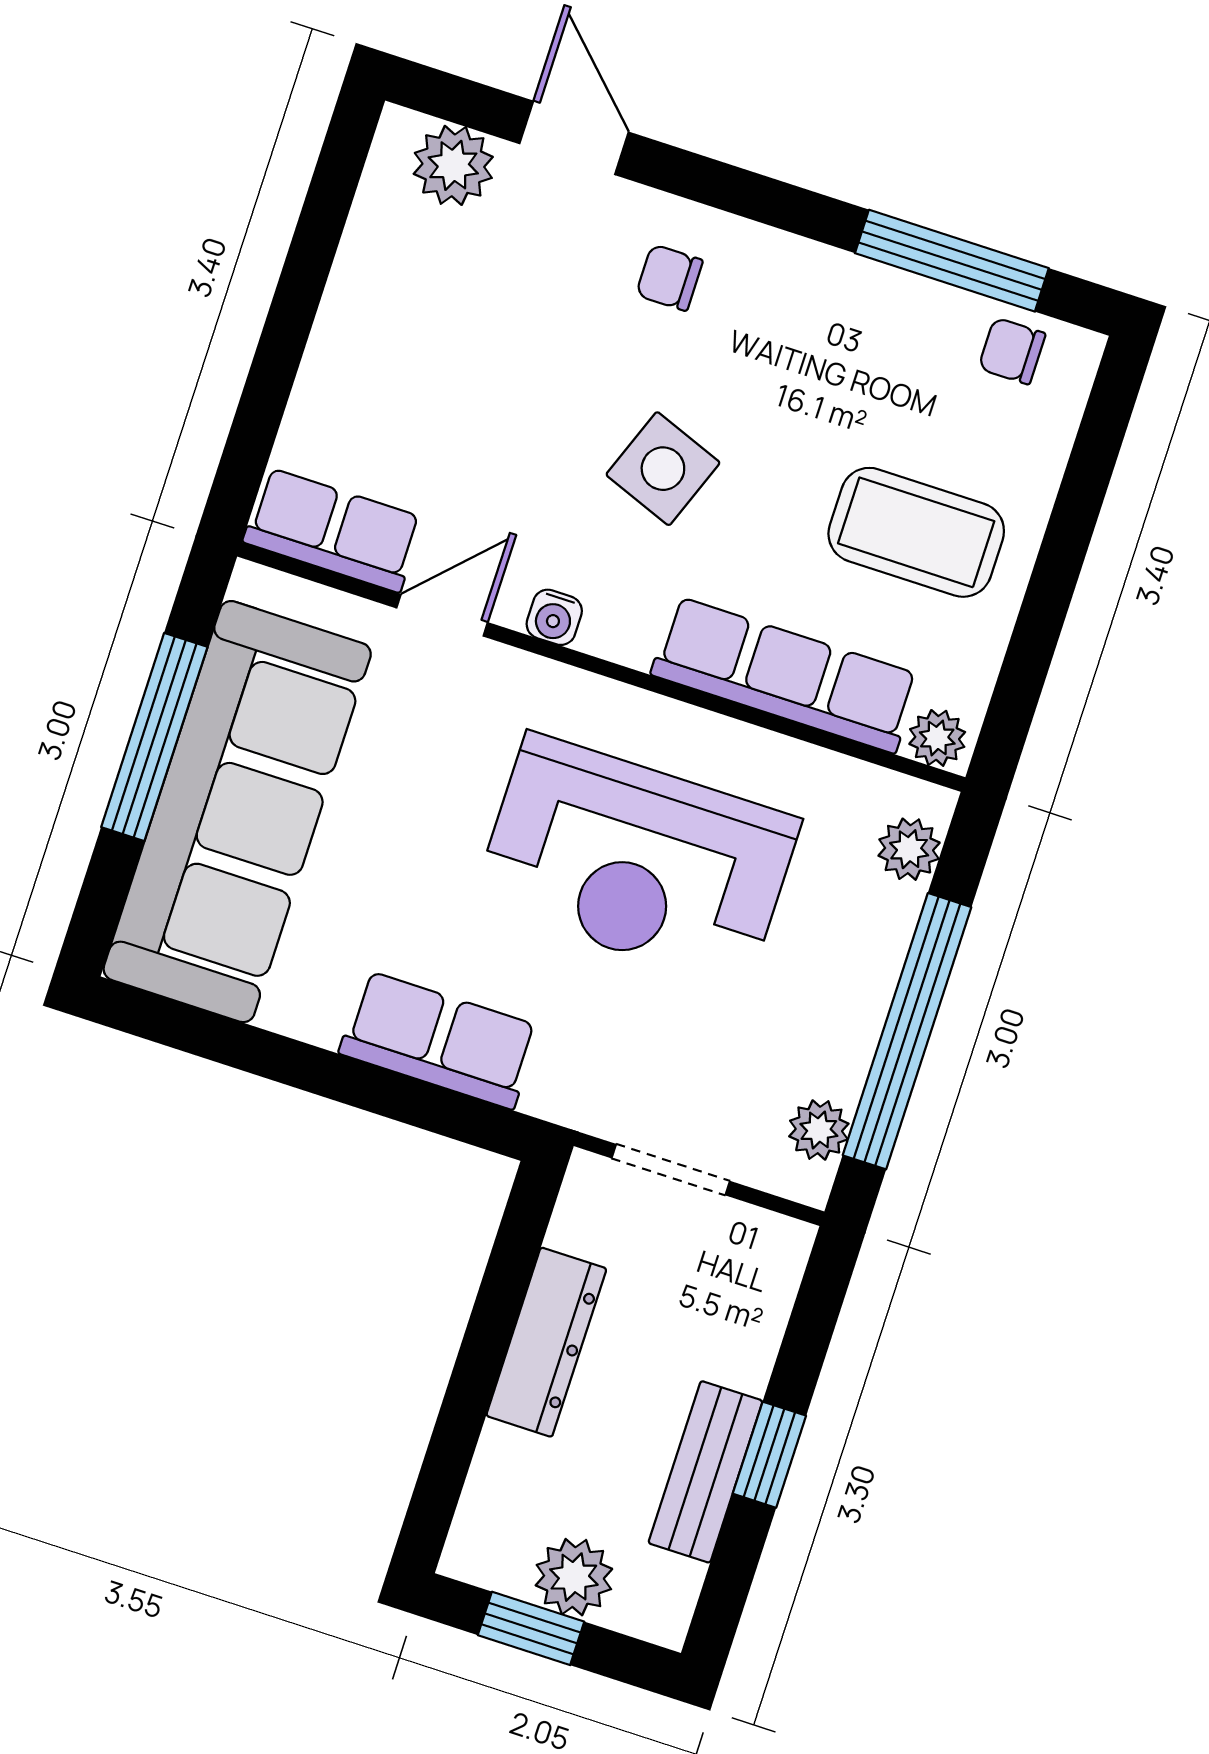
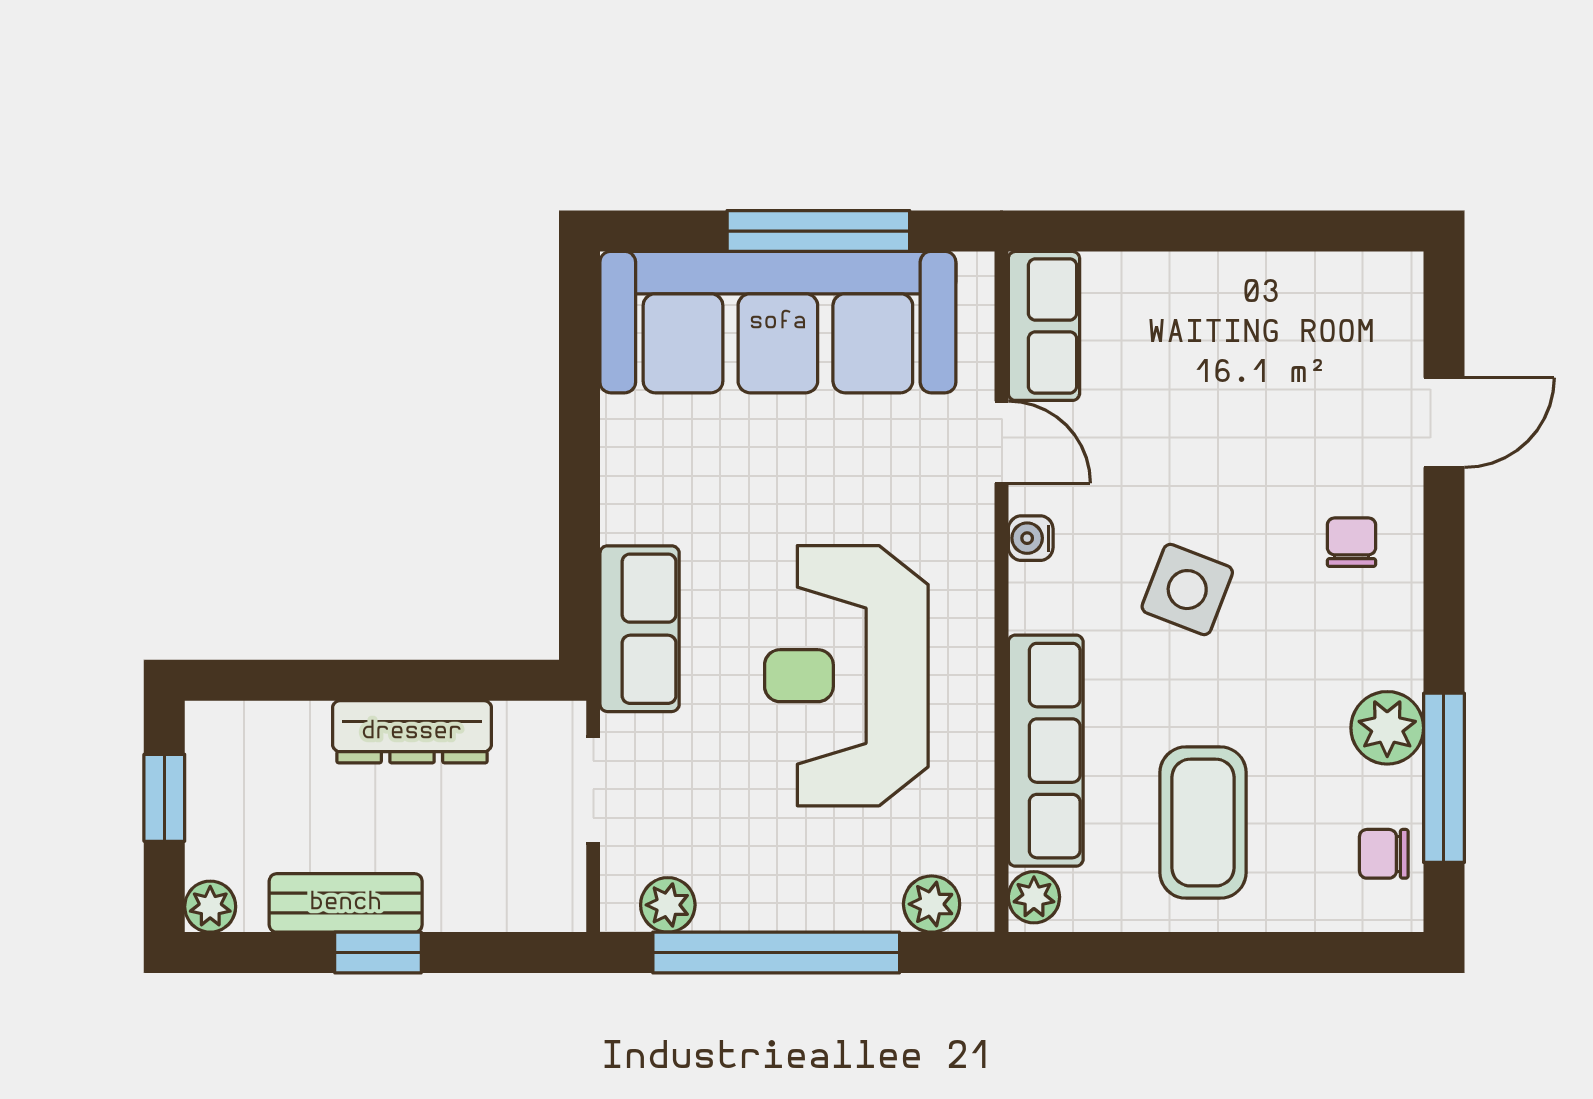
plant: (453, 165) -> (1387, 728), moved
chair: (1012, 351) -> (1384, 854), turned -90
row of seats: (439, 1040) -> (640, 629), moved
plant: (574, 1577) -> (210, 907), moved, width x0.73, depth x0.73

